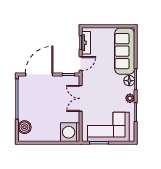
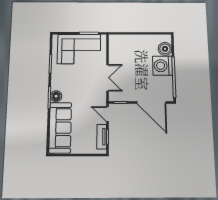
door: (81, 64) -> (107, 114), hinge flipped
door: (39, 75) -> (151, 103), hinge flipped
plant: (130, 98) -> (56, 78), removed
washing machine: (70, 132) -> (163, 66), moved, turned 180

